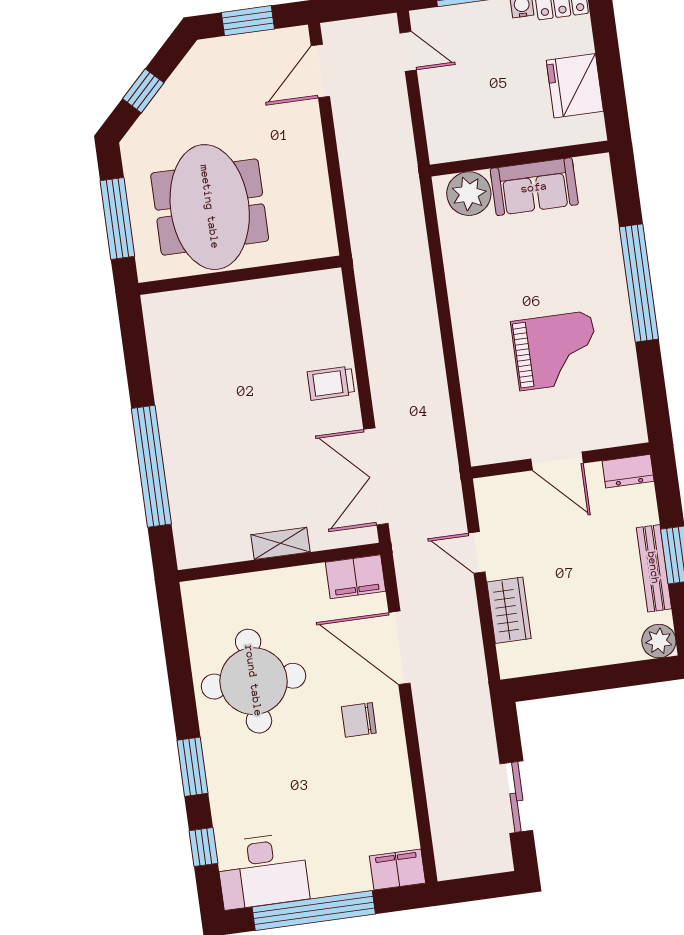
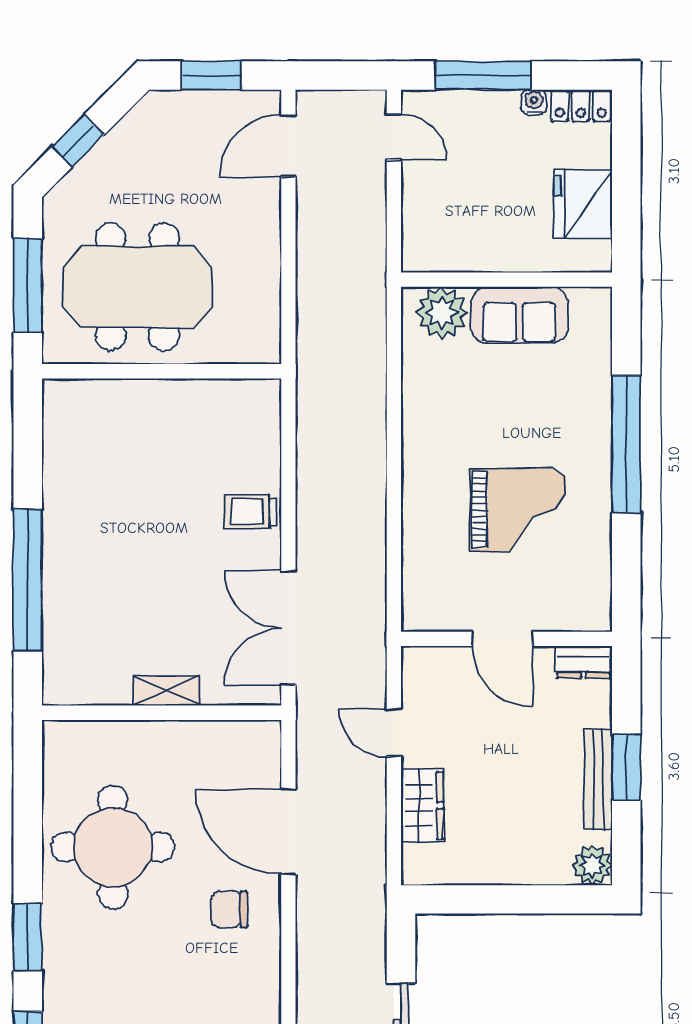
meeting table: (210, 207) -> (137, 287), turned 90
filing cabinet: (355, 577) -> (248, 742), removed

